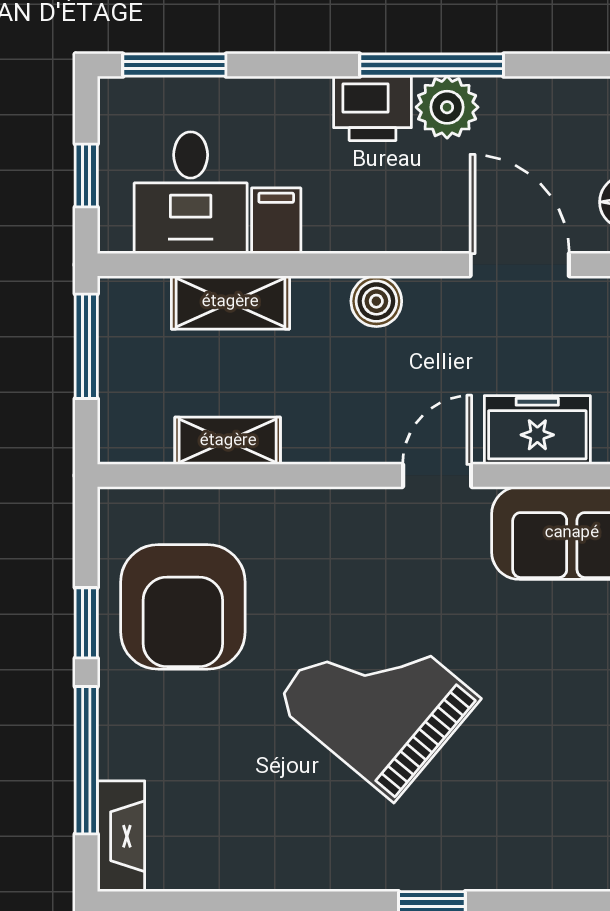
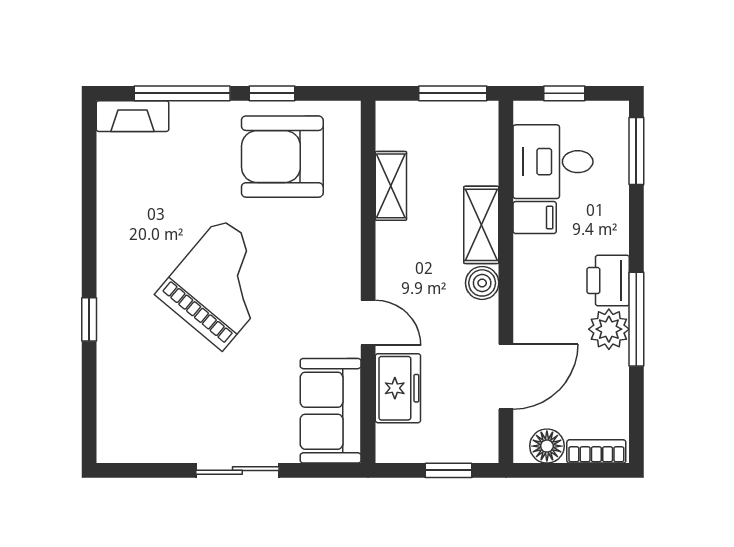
shelving: (230, 302) -> (481, 225), moved

